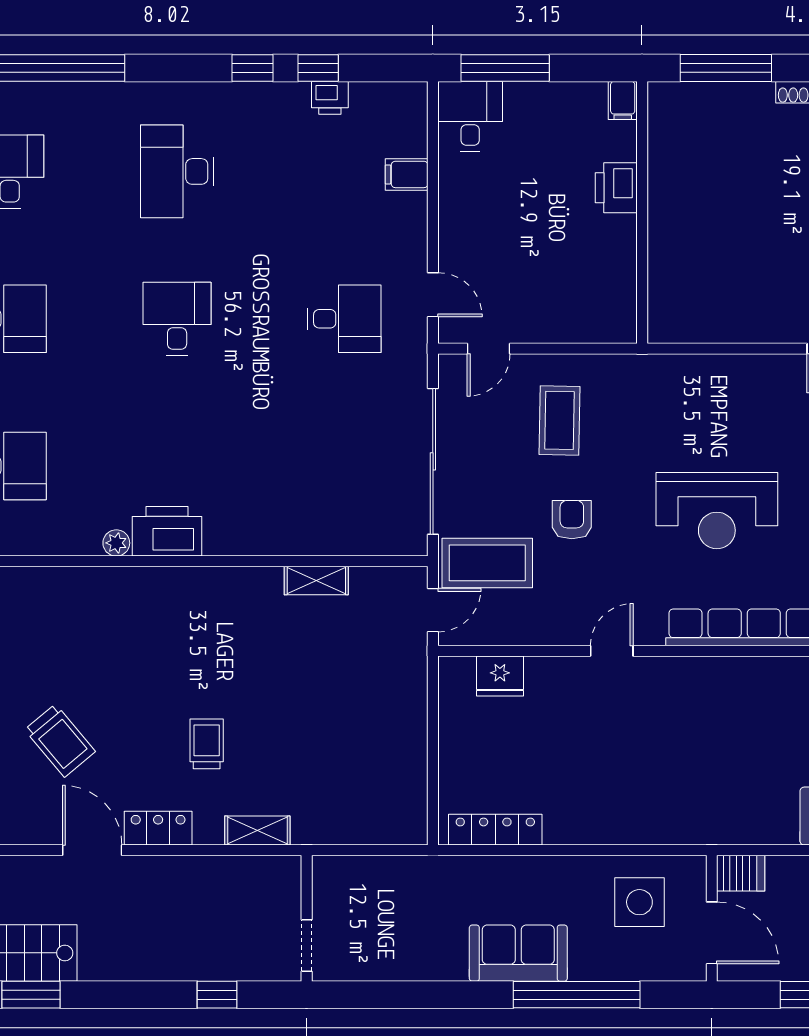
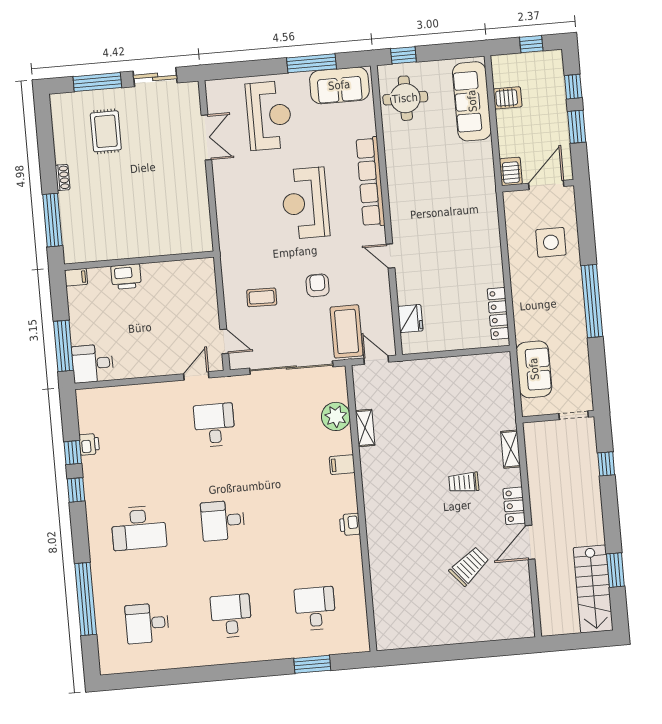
filing cabinet: (407, 174) -> (342, 465), moved, turned 90
coffee table: (559, 420) -> (262, 297), width x0.73, depth x0.77
reception desk: (717, 511) -> (305, 203), turned 180
armchair: (572, 520) -> (318, 285), turned 90
printer: (167, 531) -> (350, 524), width x0.53, depth x0.68
plant: (116, 543) -> (336, 416), moved, width x1.88, depth x1.88
side table: (639, 902) -> (551, 242), moved
sofa: (518, 953) -> (534, 369), moved, turned 180
window: (577, 995) -> (592, 301), moved

